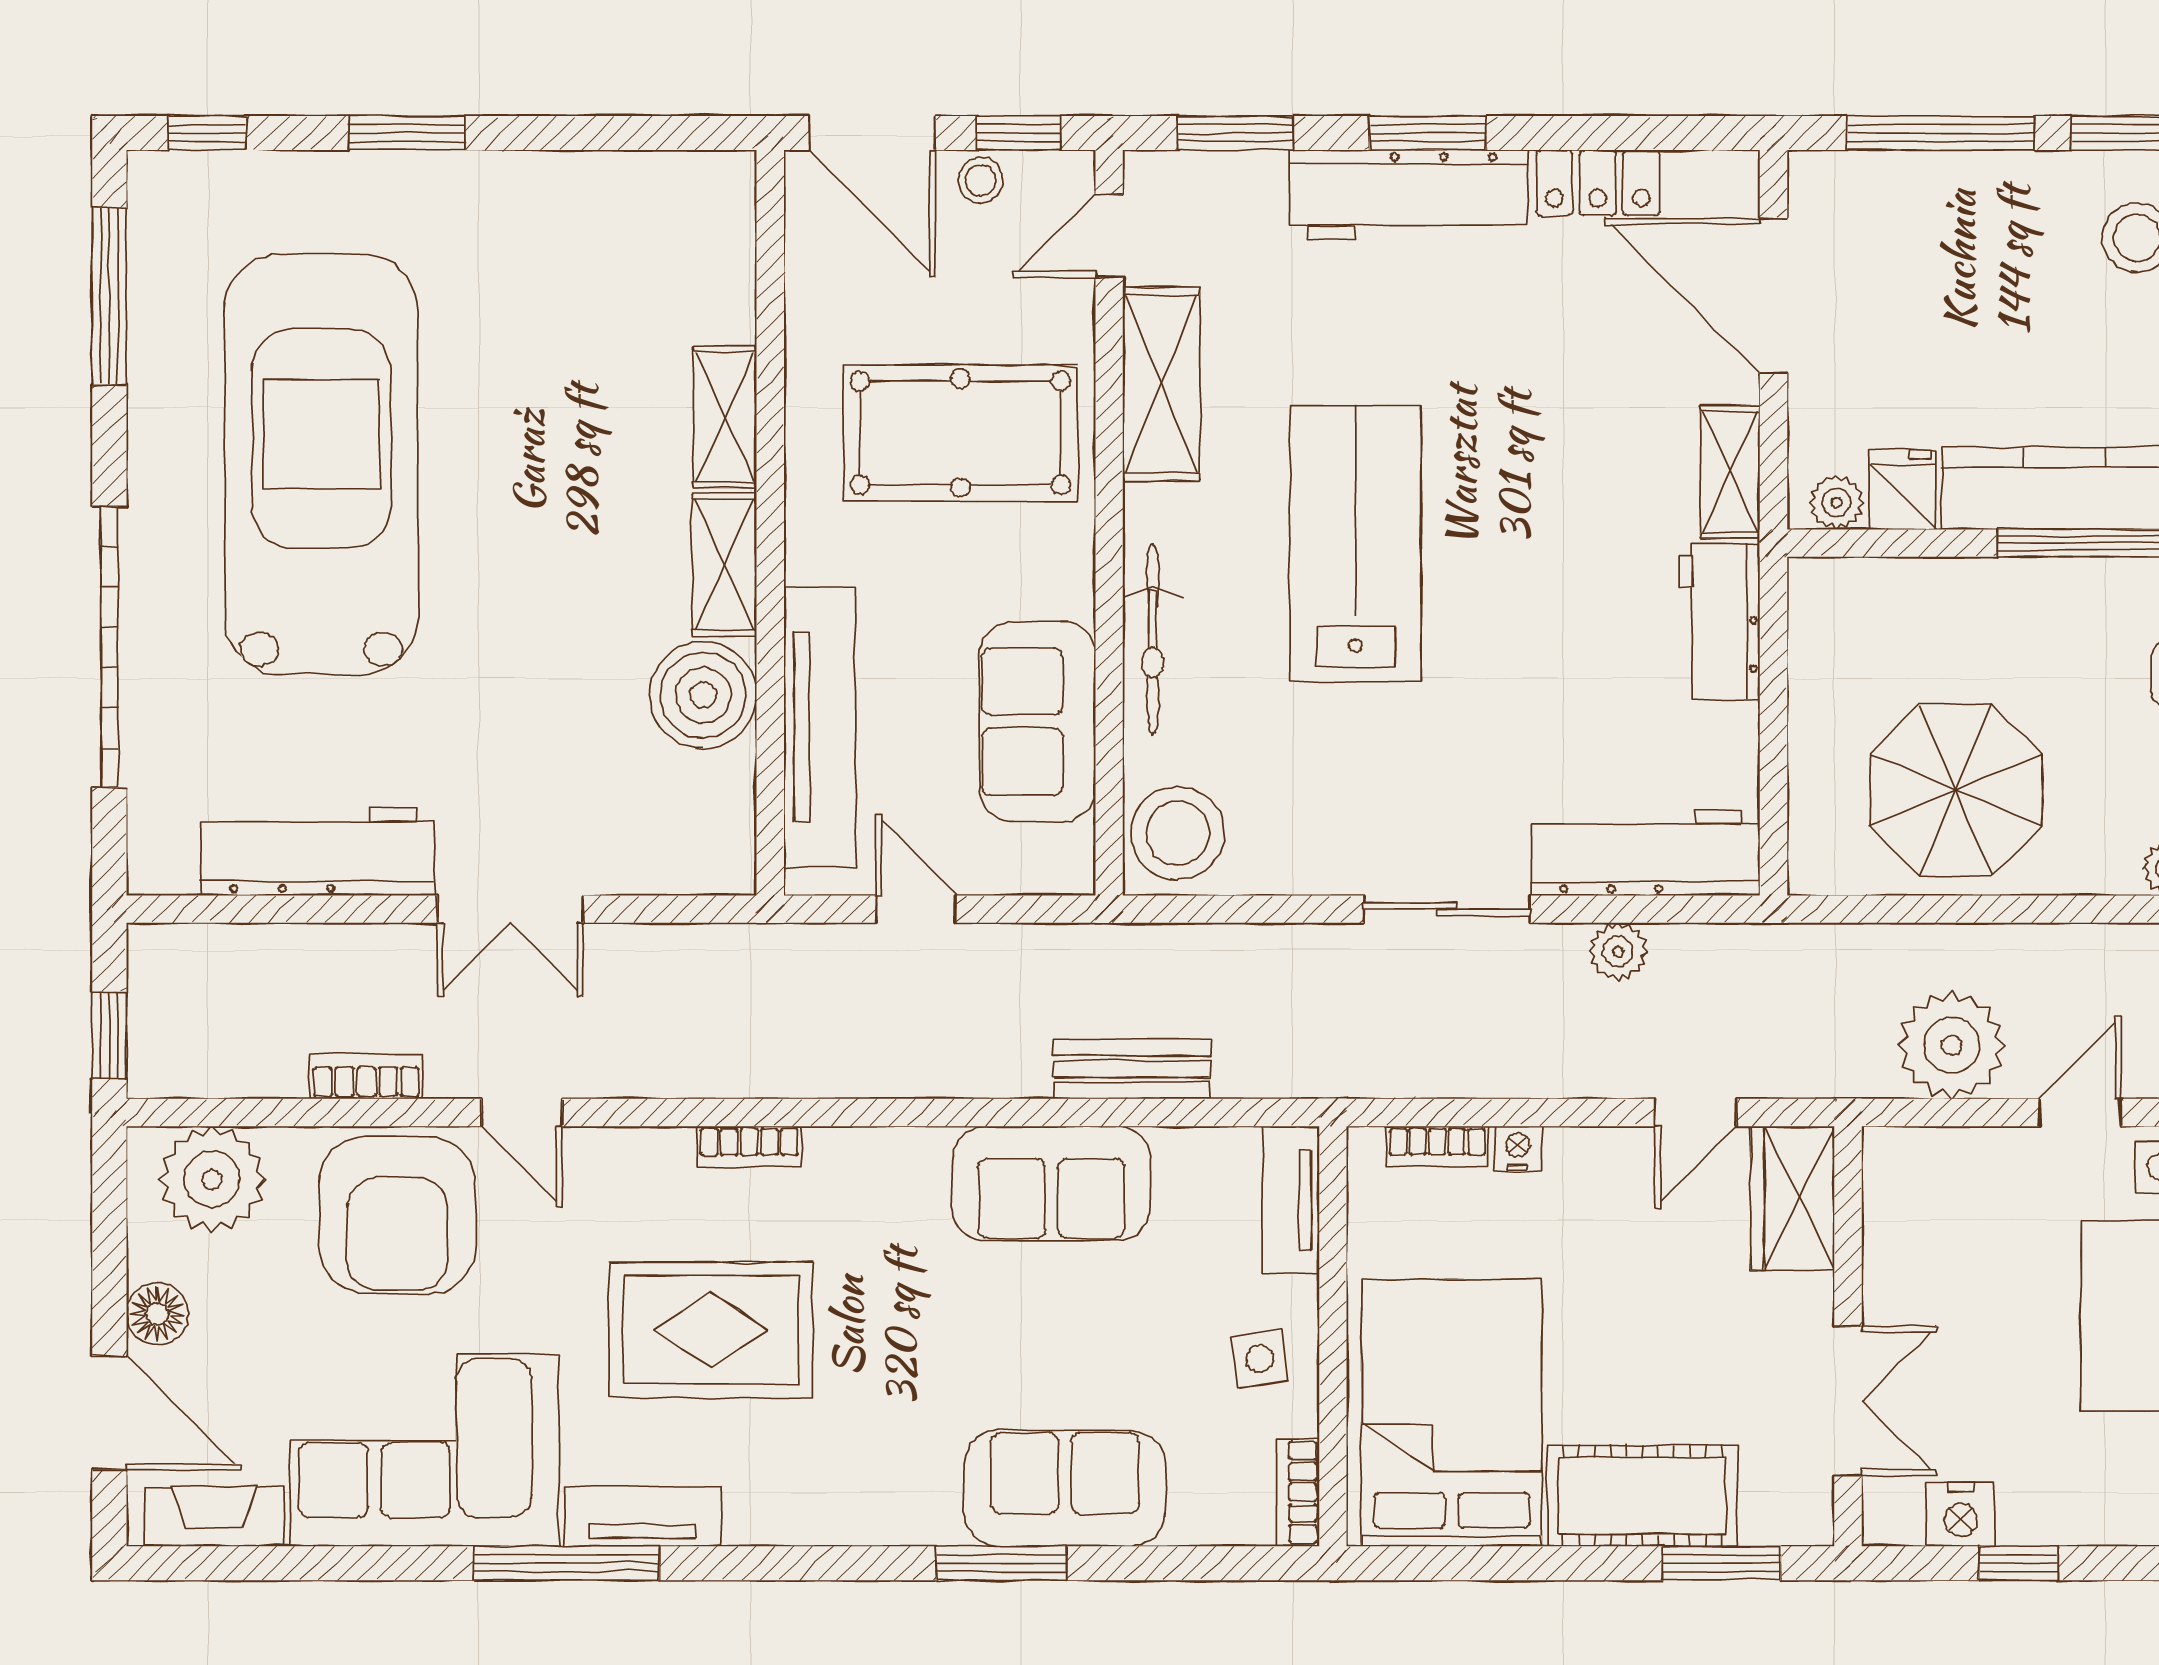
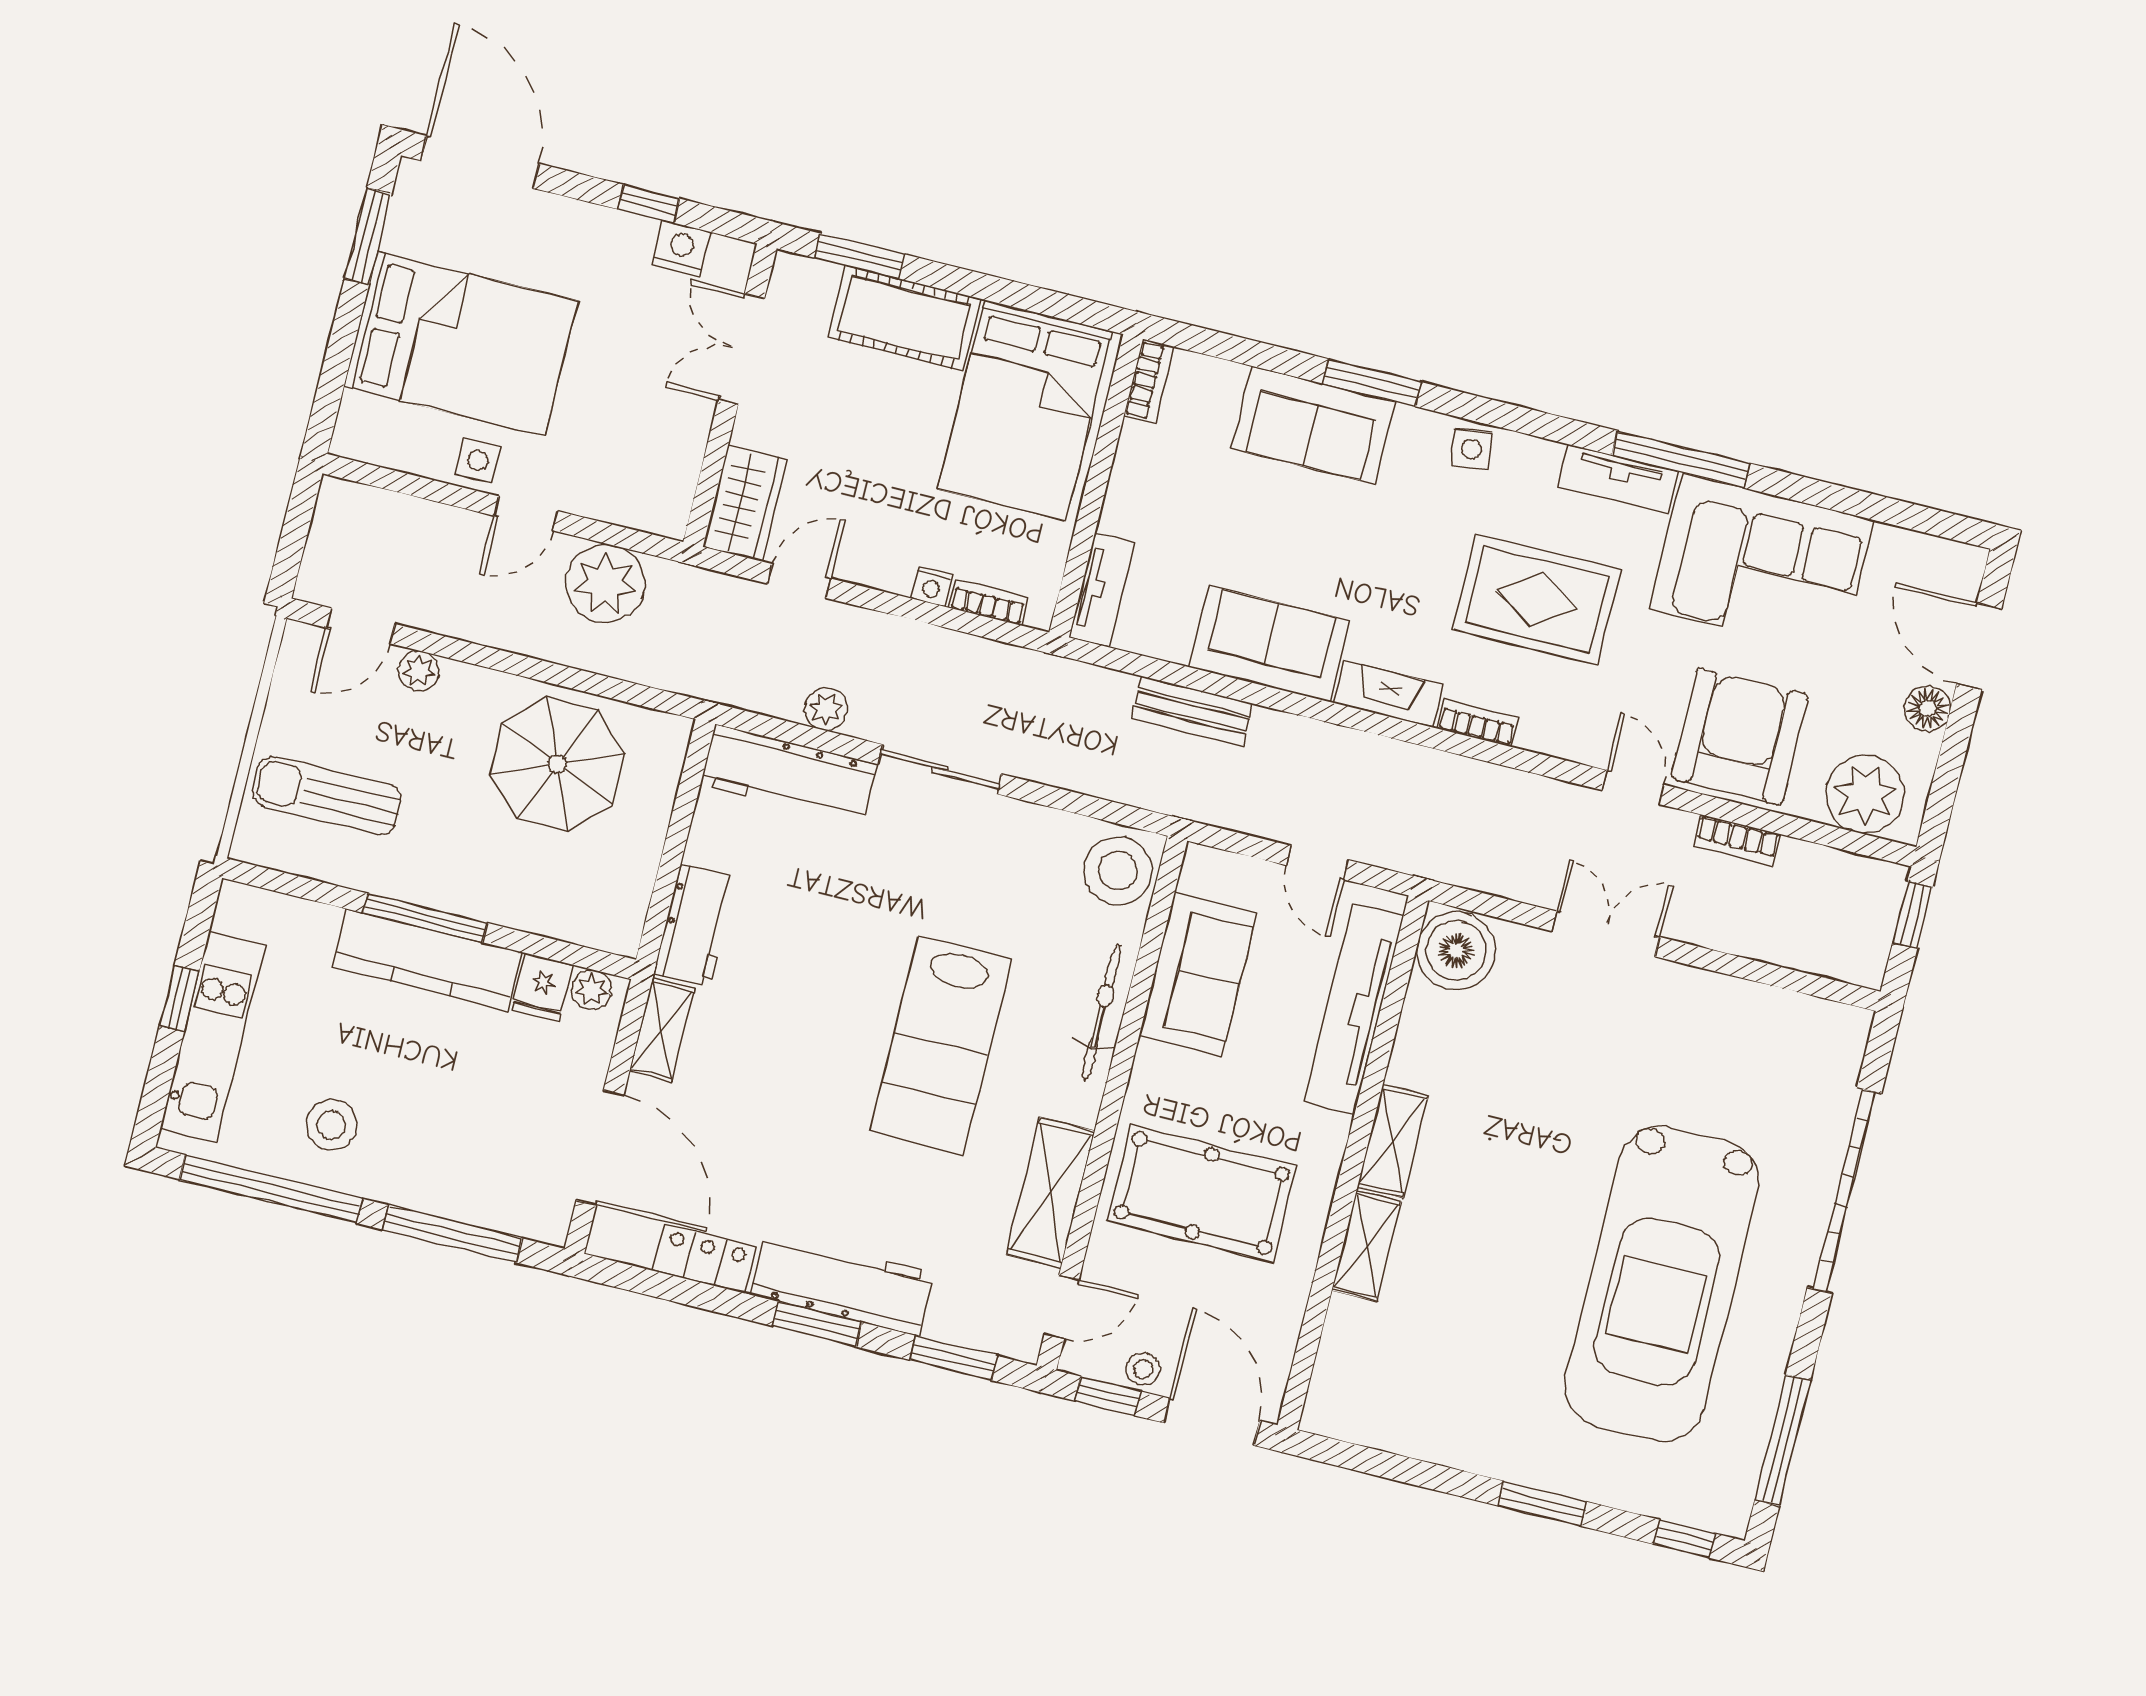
boiler: (703, 695) -> (1456, 951), moved
workbench: (318, 852) -> (1732, 1009), removed
side table: (1260, 1359) -> (1471, 449), moved
fireplace: (214, 1516) -> (1388, 694), moved, turned 180

